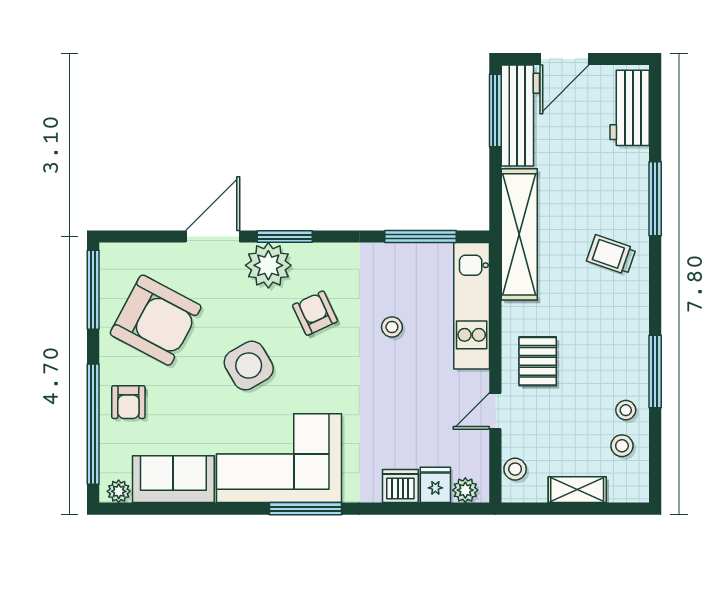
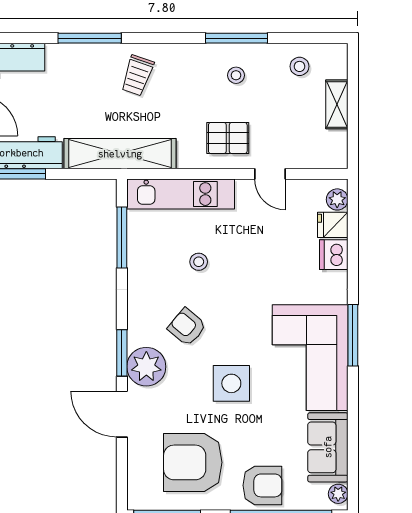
armchair: (315, 313) -> (187, 327), turned 65
armchair: (156, 320) -> (193, 462), turned -118
side table: (249, 366) -> (231, 383), turned 30
armchair: (128, 402) -> (262, 485), width x1.38, depth x1.38
stool: (626, 410) -> (236, 75), moved
stool: (515, 469) -> (319, 157), removed

